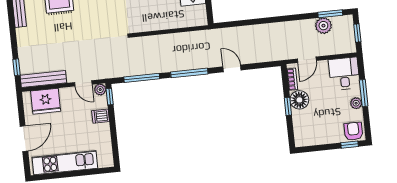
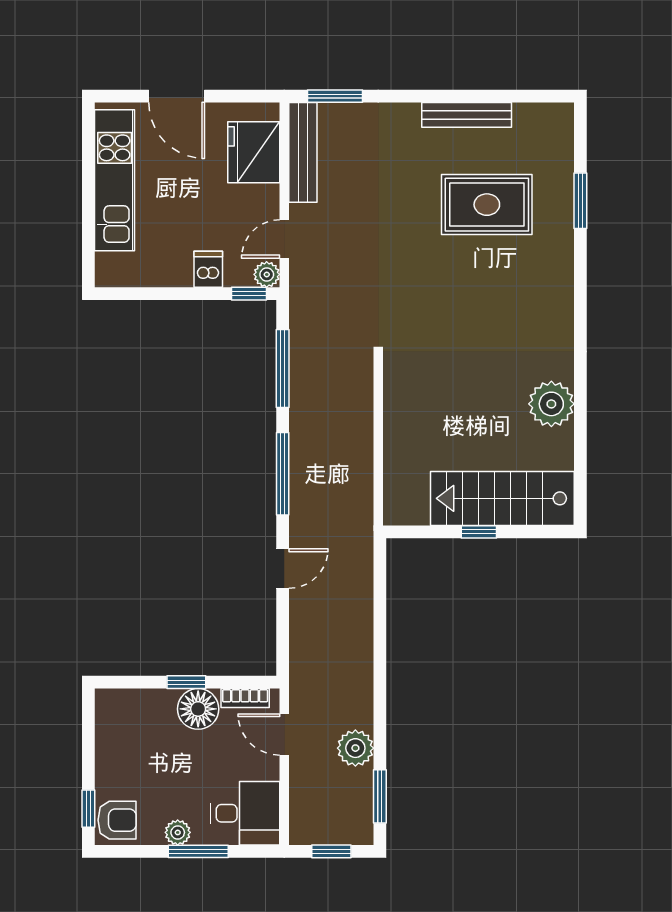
plant: (323, 26) -> (355, 748), moved
window: (16, 67) -> (335, 96), width x1.50

